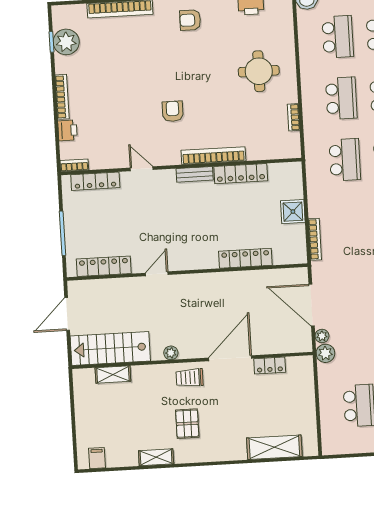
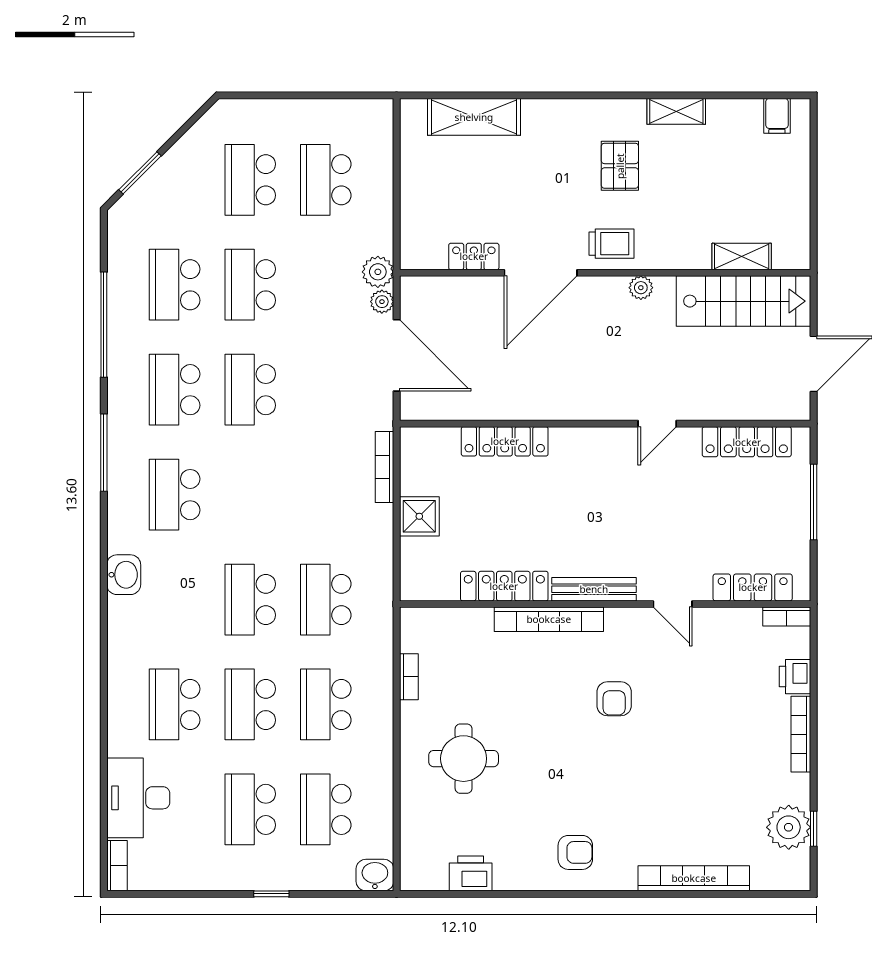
bench: (195, 174) -> (594, 589), width x1.36

